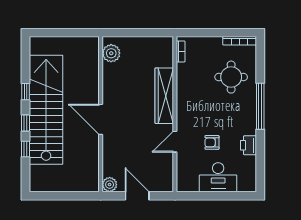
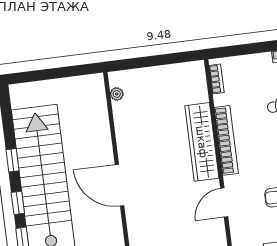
plant: (111, 53) -> (117, 94), width x0.53, depth x0.53
bookcase: (182, 97) -> (226, 140), added

